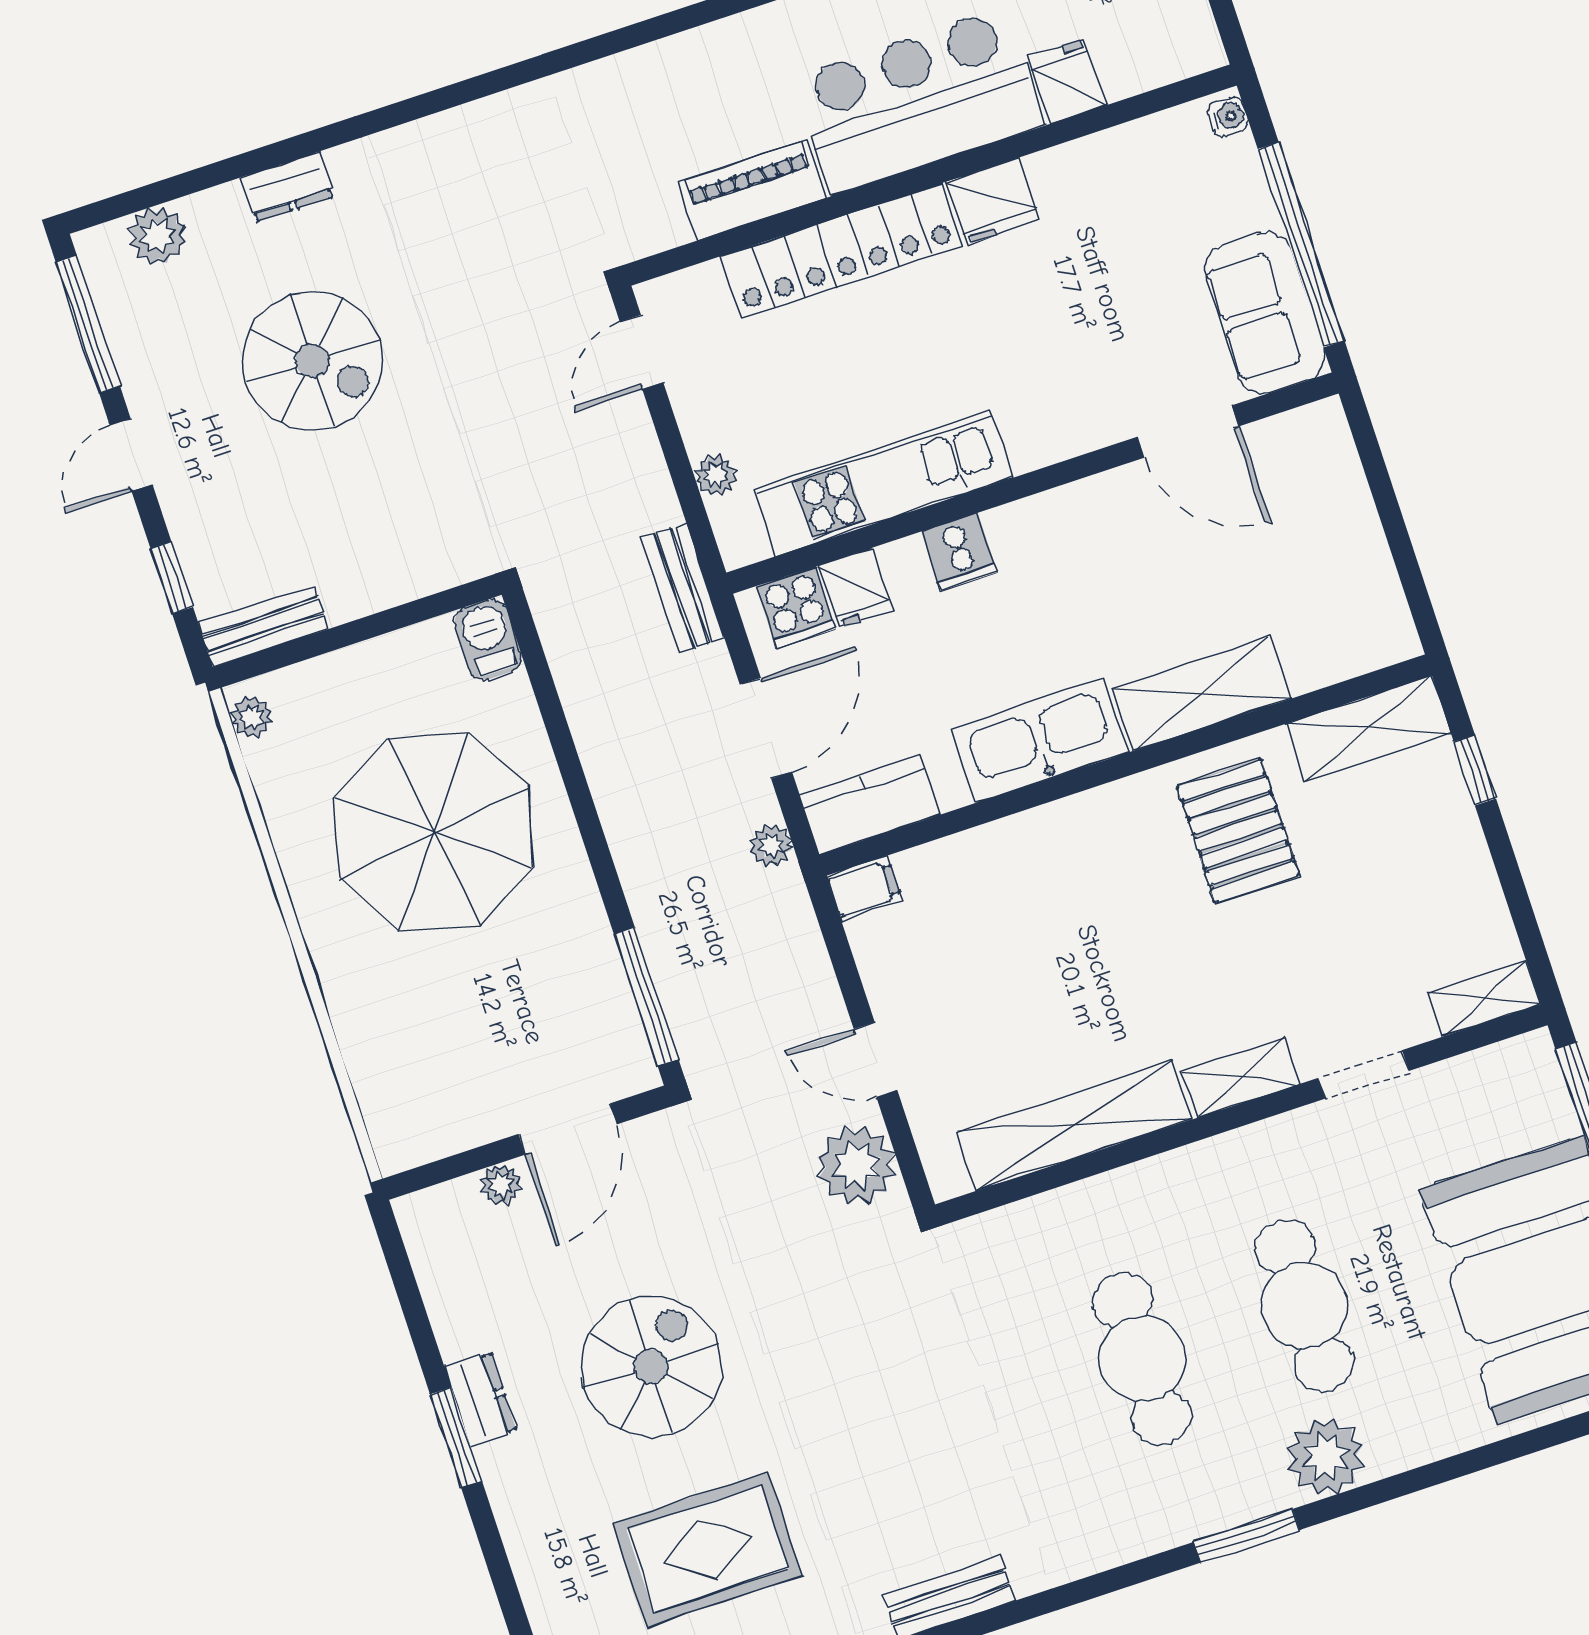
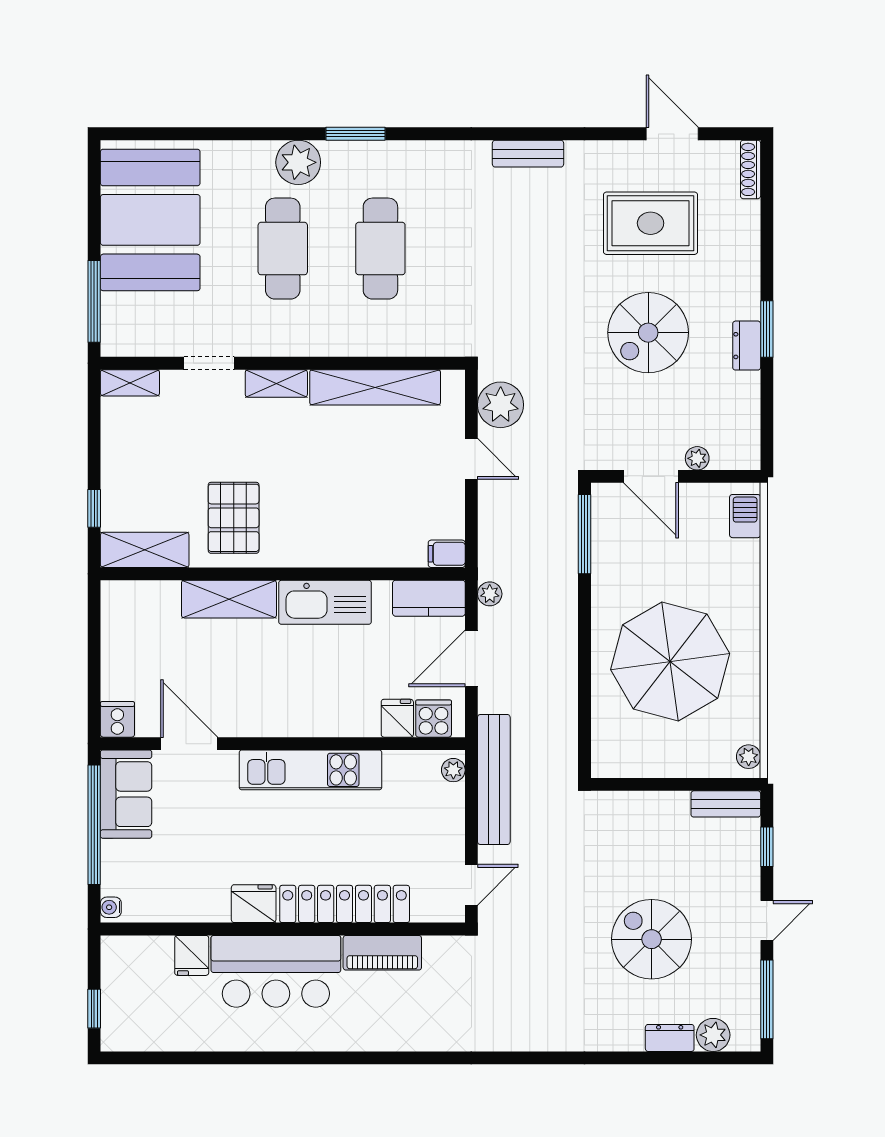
dresser: (287, 187) -> (670, 1038), moved
plant: (716, 475) -> (453, 770), moved
kitchen unit: (884, 484) -> (310, 770), moved
cooker: (959, 552) -> (117, 719), moved
bench: (683, 588) -> (494, 780), width x1.86, depth x1.21
barbecue: (488, 639) -> (745, 516), moved, turned 180
door: (568, 1129) -> (651, 476), swing flipped

